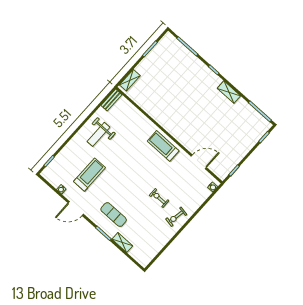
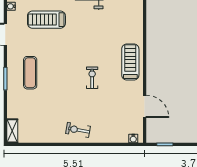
treadmill: (89, 175) -> (46, 20), turned 180
exercise bike: (159, 198) -> (92, 78), moved
shelving: (122, 242) -> (12, 131), moved

